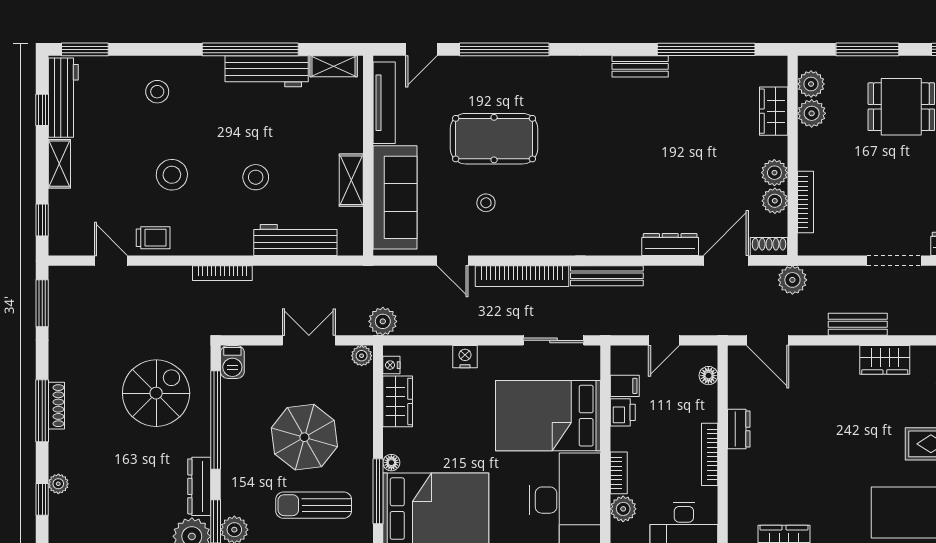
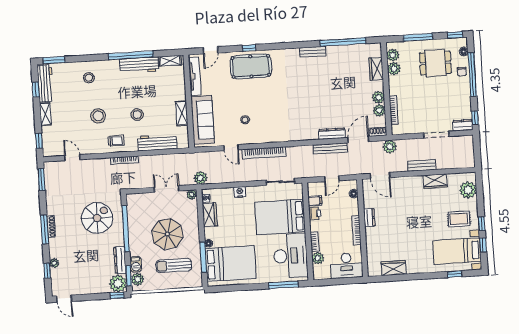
window: (504, 49) -> (249, 48), width x0.32
pool table: (494, 139) -> (251, 66), moved
trolley: (153, 238) -> (116, 141), moved
bench: (607, 276) -> (330, 148), moved
barbecue: (232, 362) -> (136, 264), moved

